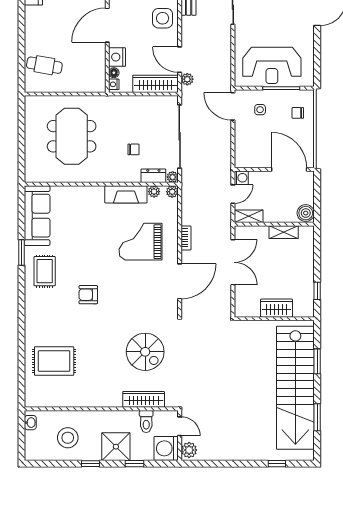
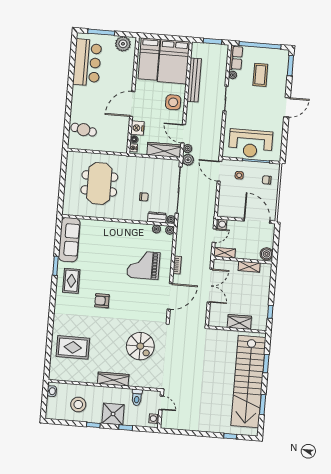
fireplace: (126, 194) -> (136, 229), removed
wardrobe: (144, 399) -> (113, 379), moved
washing machine: (166, 448) -> (154, 419), width x0.53, depth x0.53
plant: (189, 450) -> (188, 160), moved

